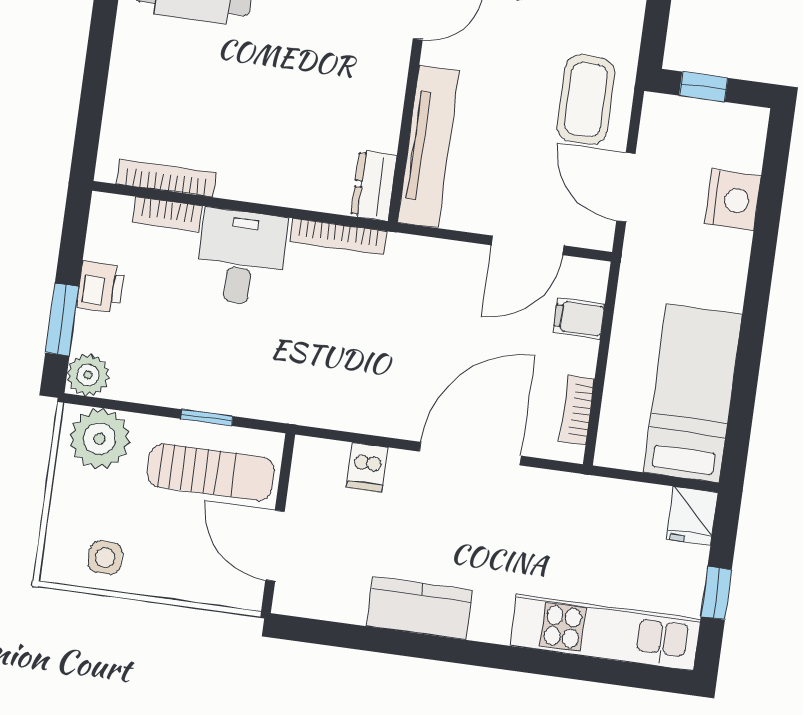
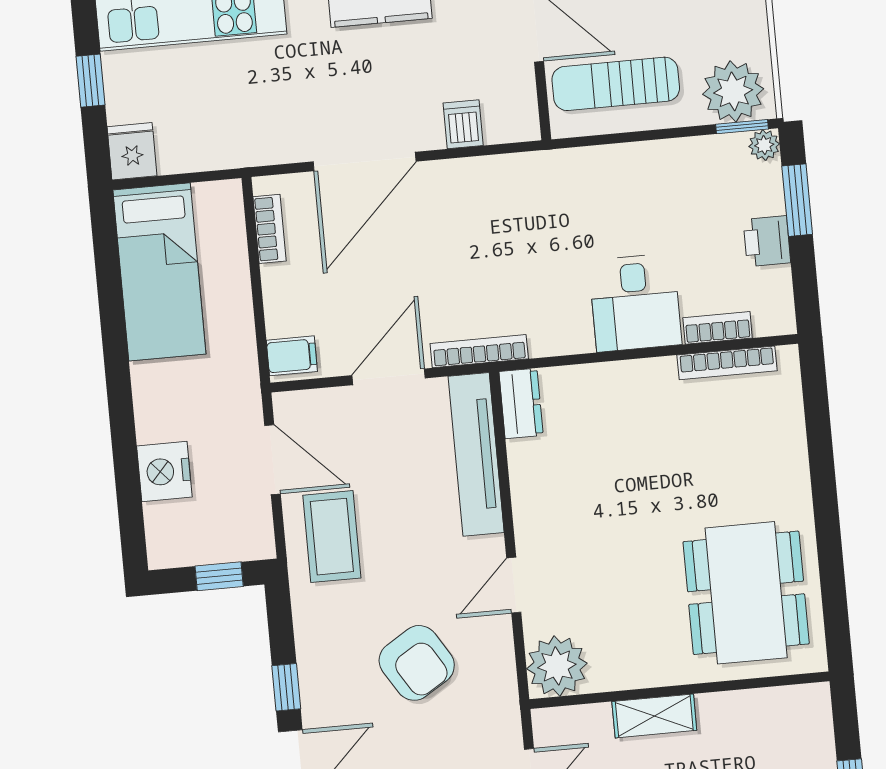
bookcase: (338, 237) -> (479, 351), moved
door: (528, 245) -> (389, 377), moved
filing cabinet: (579, 318) -> (292, 356), moved
plant: (88, 375) -> (764, 145), width x0.73, depth x0.73
window: (207, 418) -> (742, 127), moved

